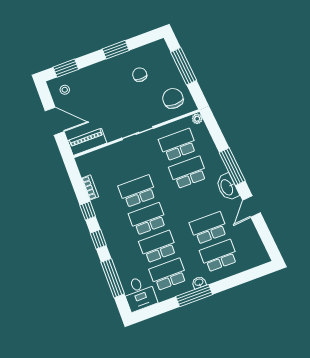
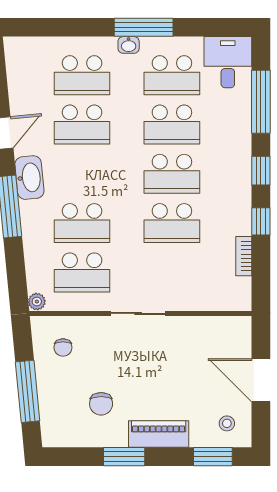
chair: (173, 98) -> (63, 347), width x0.54, depth x0.54
piano: (87, 142) -> (159, 434), moved, turned 180

